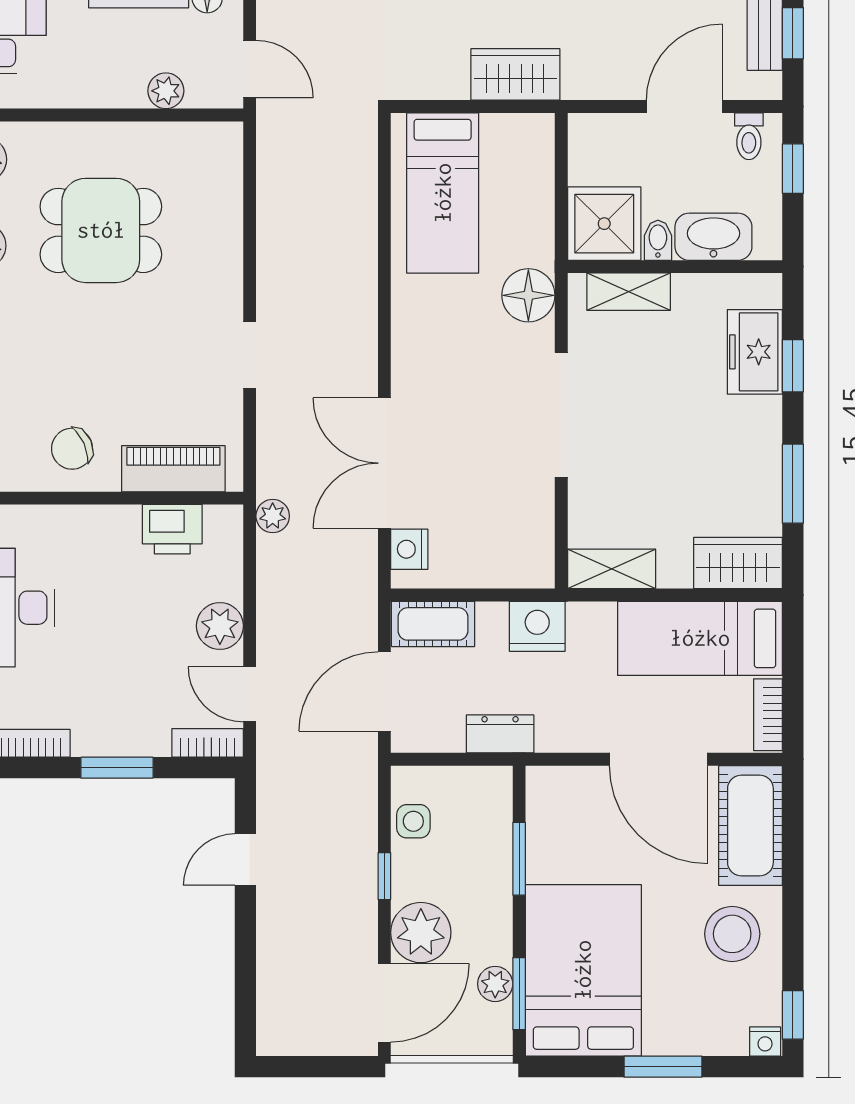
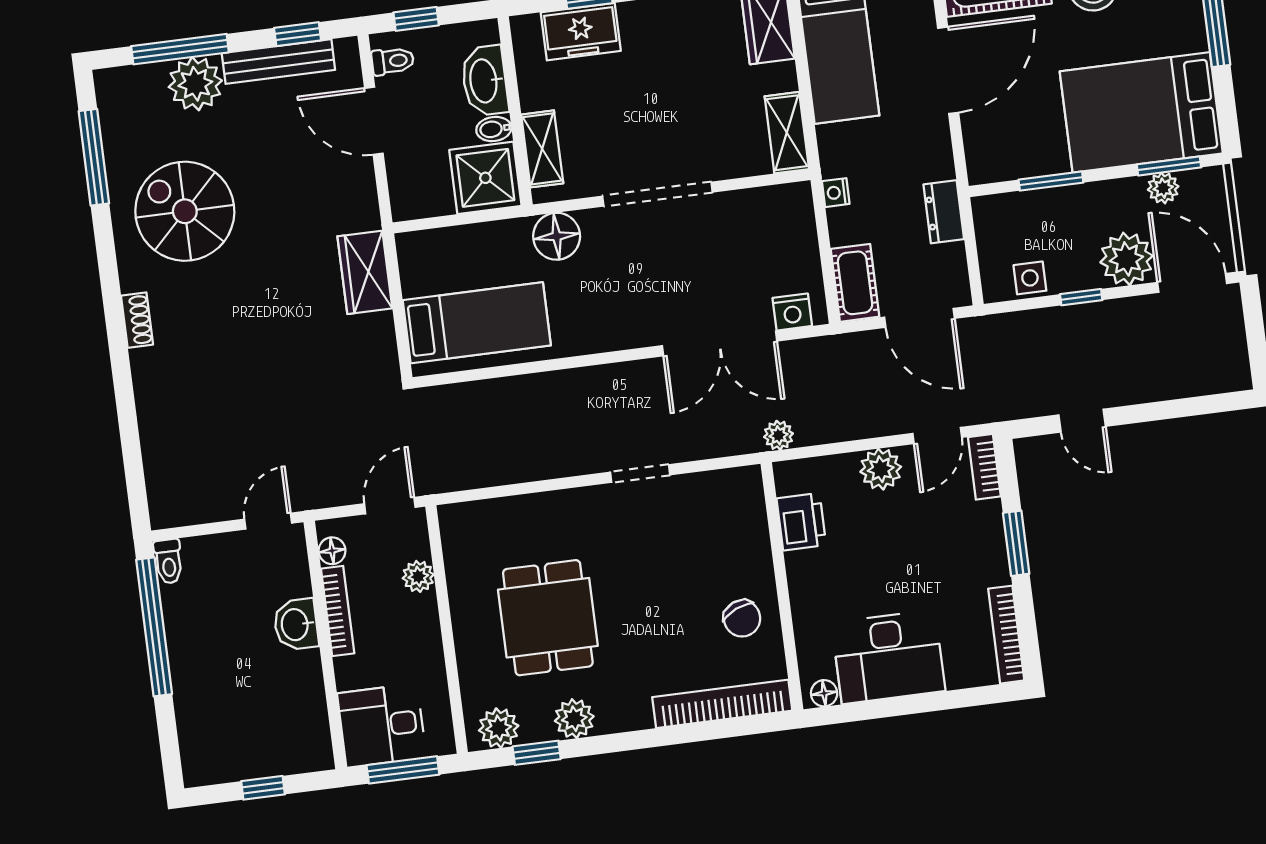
piano: (173, 469) -> (748, 527), removed
nightstand: (537, 626) -> (836, 193), width x0.53, depth x0.56

